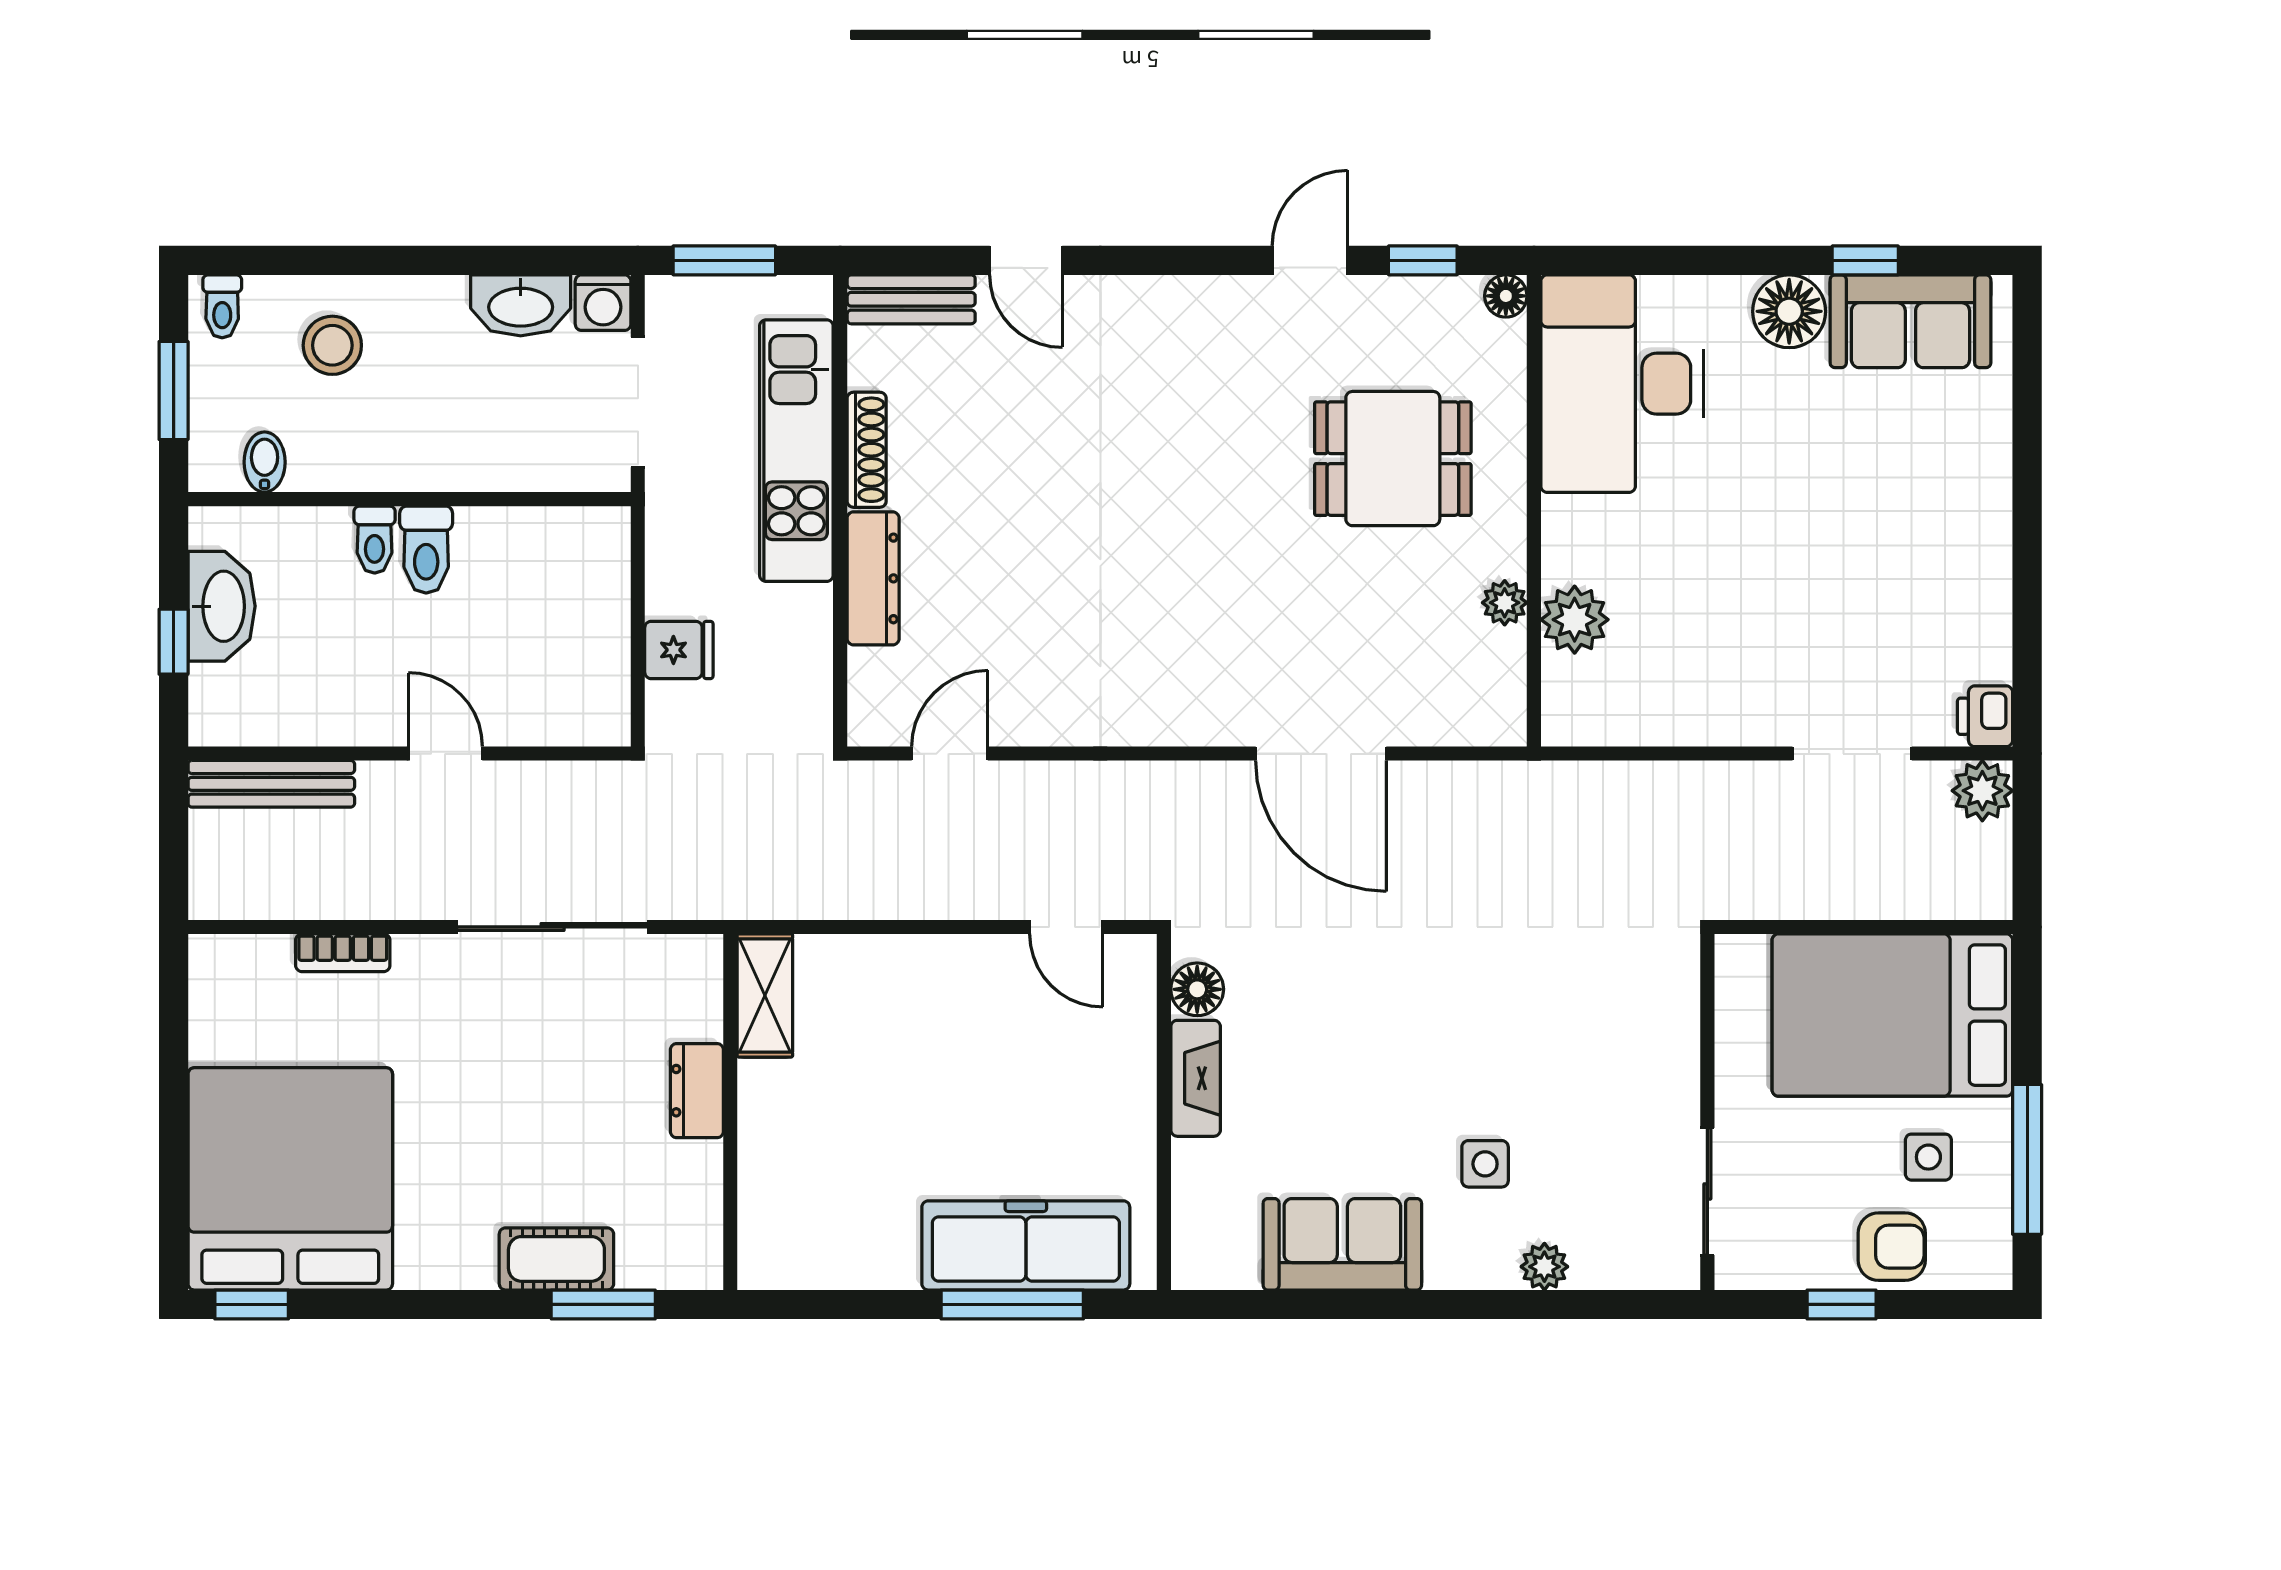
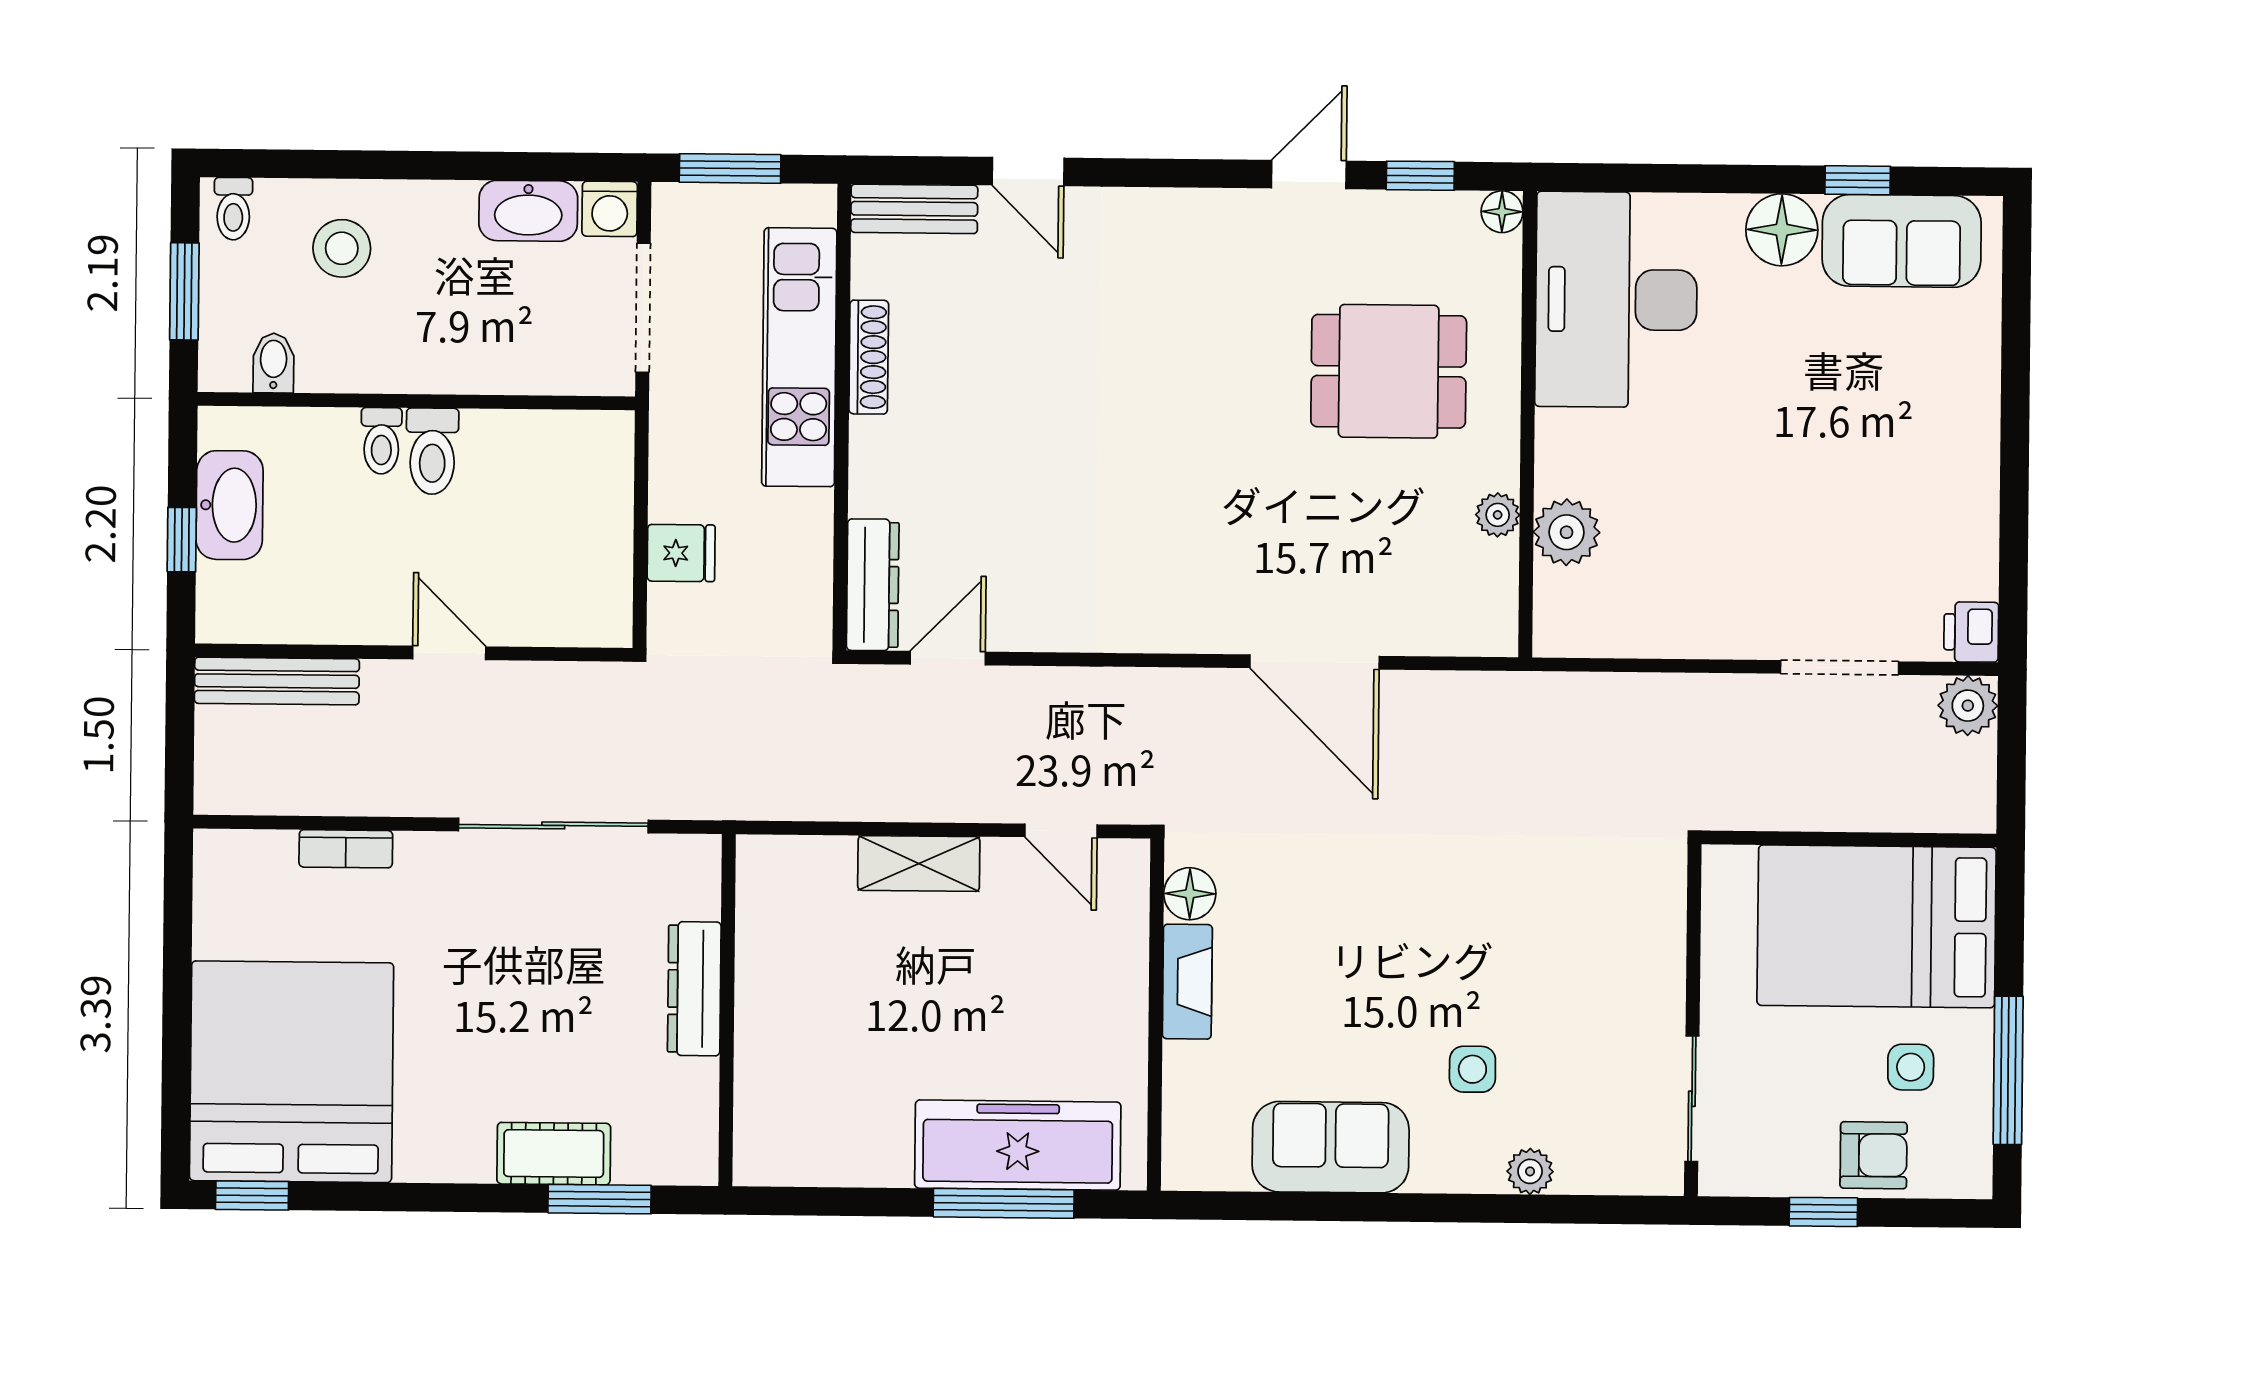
dresser: (873, 578) -> (873, 585), moved
shelving: (765, 995) -> (919, 864), moved, turned 90
dresser: (697, 1091) -> (694, 989), width x1.44

